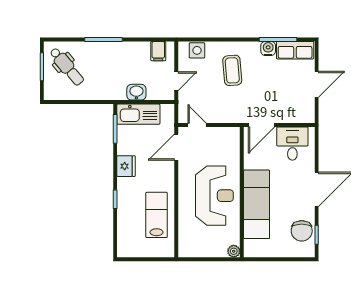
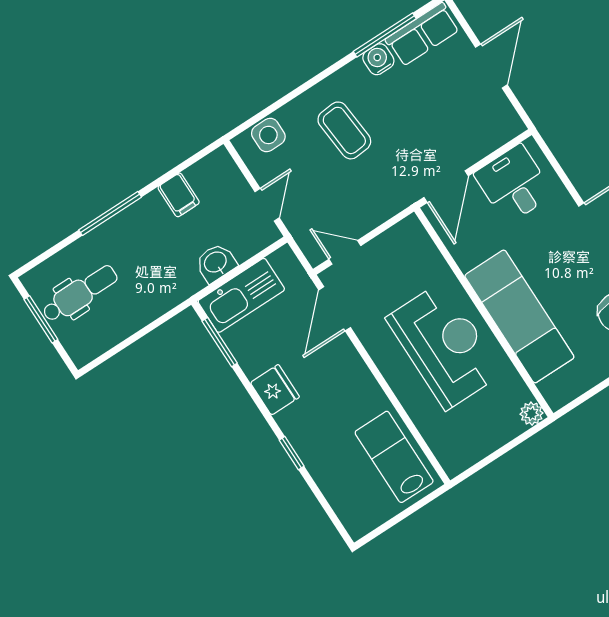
filing cabinet: (158, 51) -> (179, 195), moved
dental chair: (67, 67) -> (80, 294), turned -50
lab bench: (157, 215) -> (394, 457), moved

